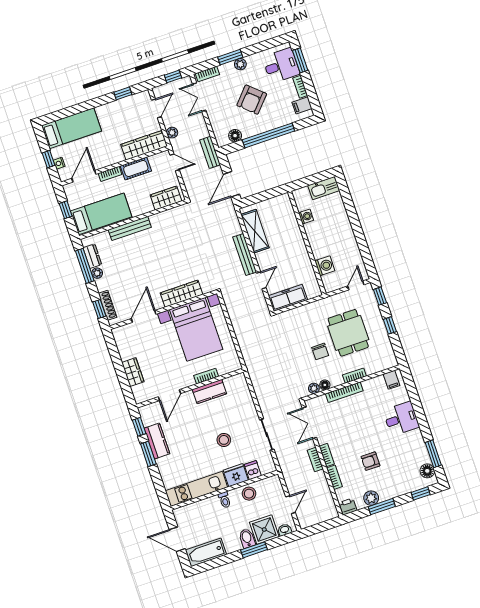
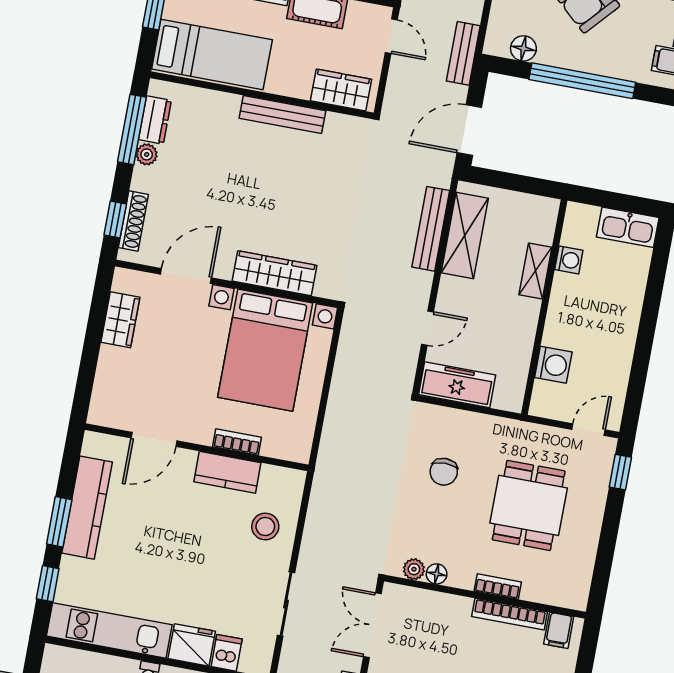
bench: (130, 228) -> (282, 114), moved
shelving: (294, 229) -> (535, 271), added
bench: (245, 255) -> (431, 229), moved
window: (390, 325) -> (609, 533), removed
chair: (320, 351) -> (444, 472), moved
wardrobe: (133, 372) -> (120, 320), moved
bookcase: (344, 392) -> (510, 614), moved
window: (139, 427) -> (48, 584), moved
stool: (224, 440) -> (265, 526), moved
kitchen counter: (157, 441) -> (87, 508), width x1.50

